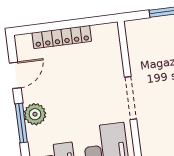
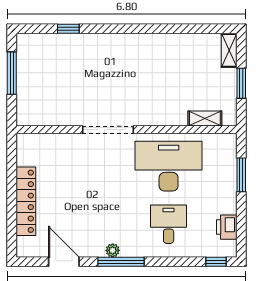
plant: (35, 114) -> (113, 250), width x0.53, depth x0.53

